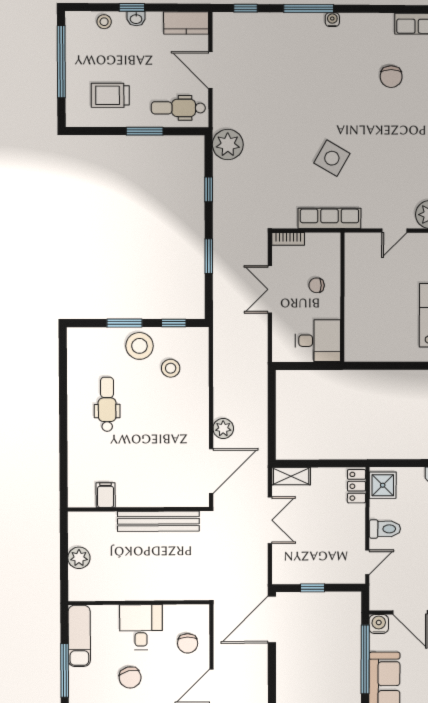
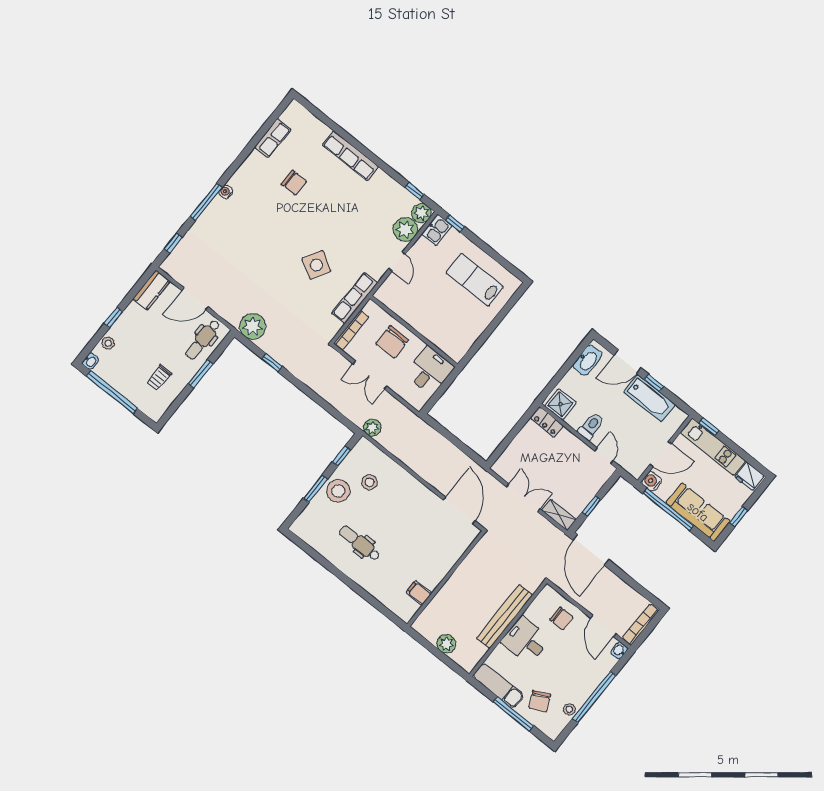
washbasin: (136, 19) -> (90, 361), moved
trolley: (110, 95) -> (159, 378), width x0.73, depth x0.72
bookcase: (288, 239) -> (351, 330), width x1.56
window: (209, 256) -> (316, 398), removed
chair: (317, 285) -> (392, 342), width x1.87, depth x1.87
plant: (223, 428) -> (372, 428), moved
shelving: (291, 476) -> (559, 515), moved, turned 90
bench: (158, 521) -> (505, 617), moved
chair: (130, 678) -> (540, 701), moved, turned 79

